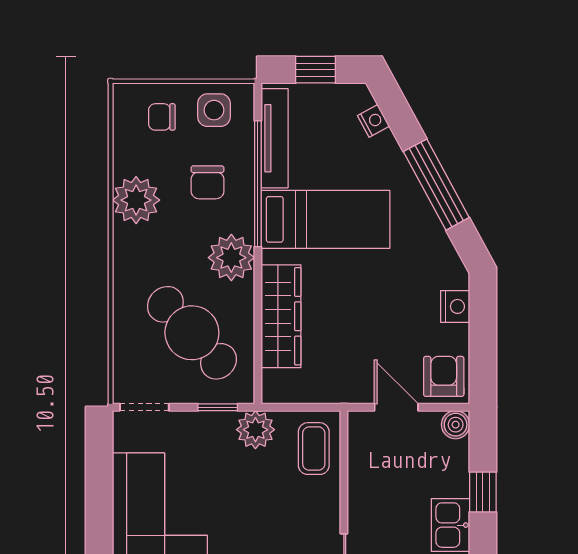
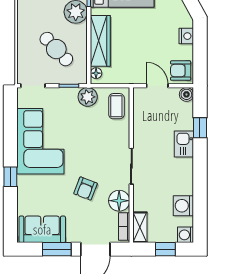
cafe table: (192, 333) -> (56, 49), width x0.73, depth x0.74
armchair: (444, 376) -> (181, 71), turned -90
floor lamp: (273, 382) -> (96, 73), added

